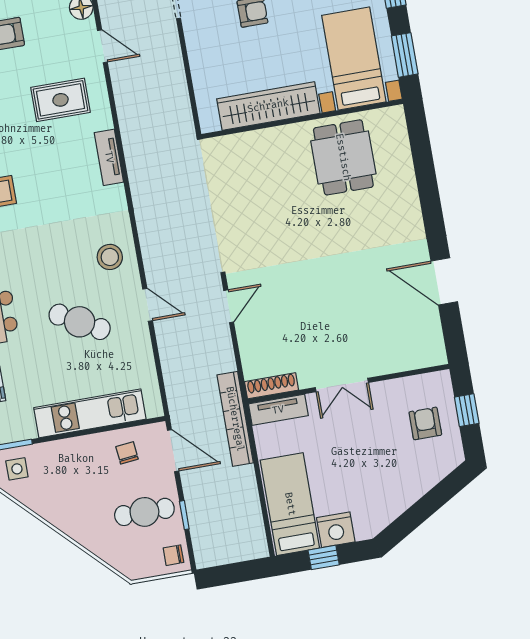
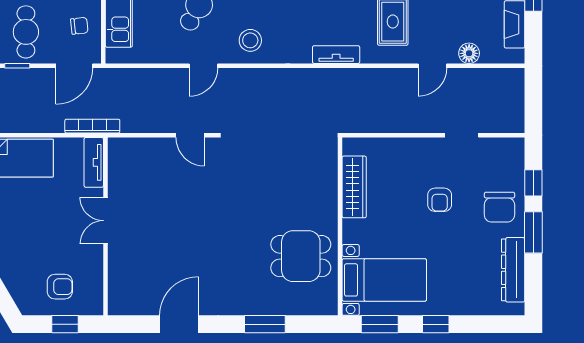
wardrobe: (268, 106) -> (354, 187), width x0.71, depth x0.85
window: (427, 185) -> (265, 324), added
shoe rack: (271, 386) -> (115, 160), removed
bookcase: (235, 419) -> (92, 126), width x0.68, depth x0.76

